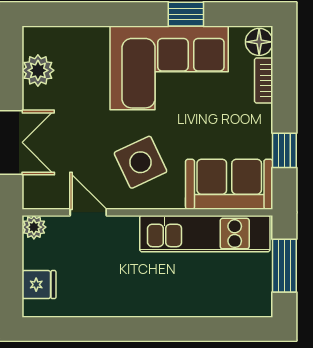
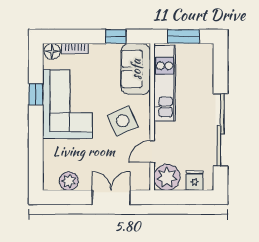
plant: (34, 227) -> (167, 177), width x1.87, depth x1.87
sliding door: (125, 329) -> (221, 130), added

